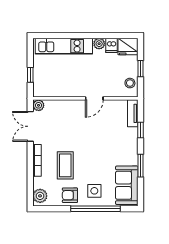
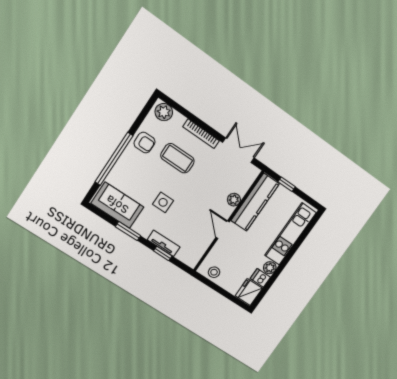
window: (141, 69) -> (221, 291), removed
kitchen counter: (59, 89) -> (255, 202), added
plant: (39, 105) -> (234, 200), moved
tv unit: (133, 113) -> (164, 243), moved
side table: (94, 191) -> (163, 202), moved
armchair: (70, 195) -> (144, 143), turned 90

